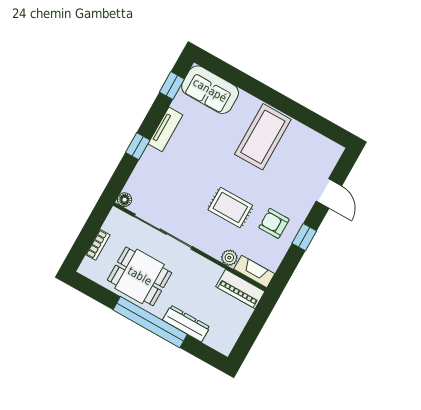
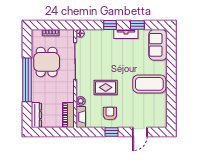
window: (172, 86) -> (137, 25), moved
rug: (230, 207) -> (106, 87), turned 90
dresser: (186, 324) -> (36, 115), moved

